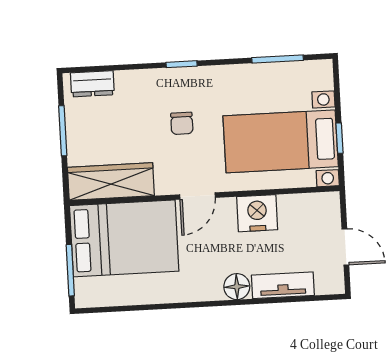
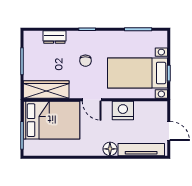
dresser: (92, 84) -> (54, 37), moved
door: (197, 196) -> (92, 100), hinge flipped
tv unit: (283, 285) -> (141, 150), width x1.41

